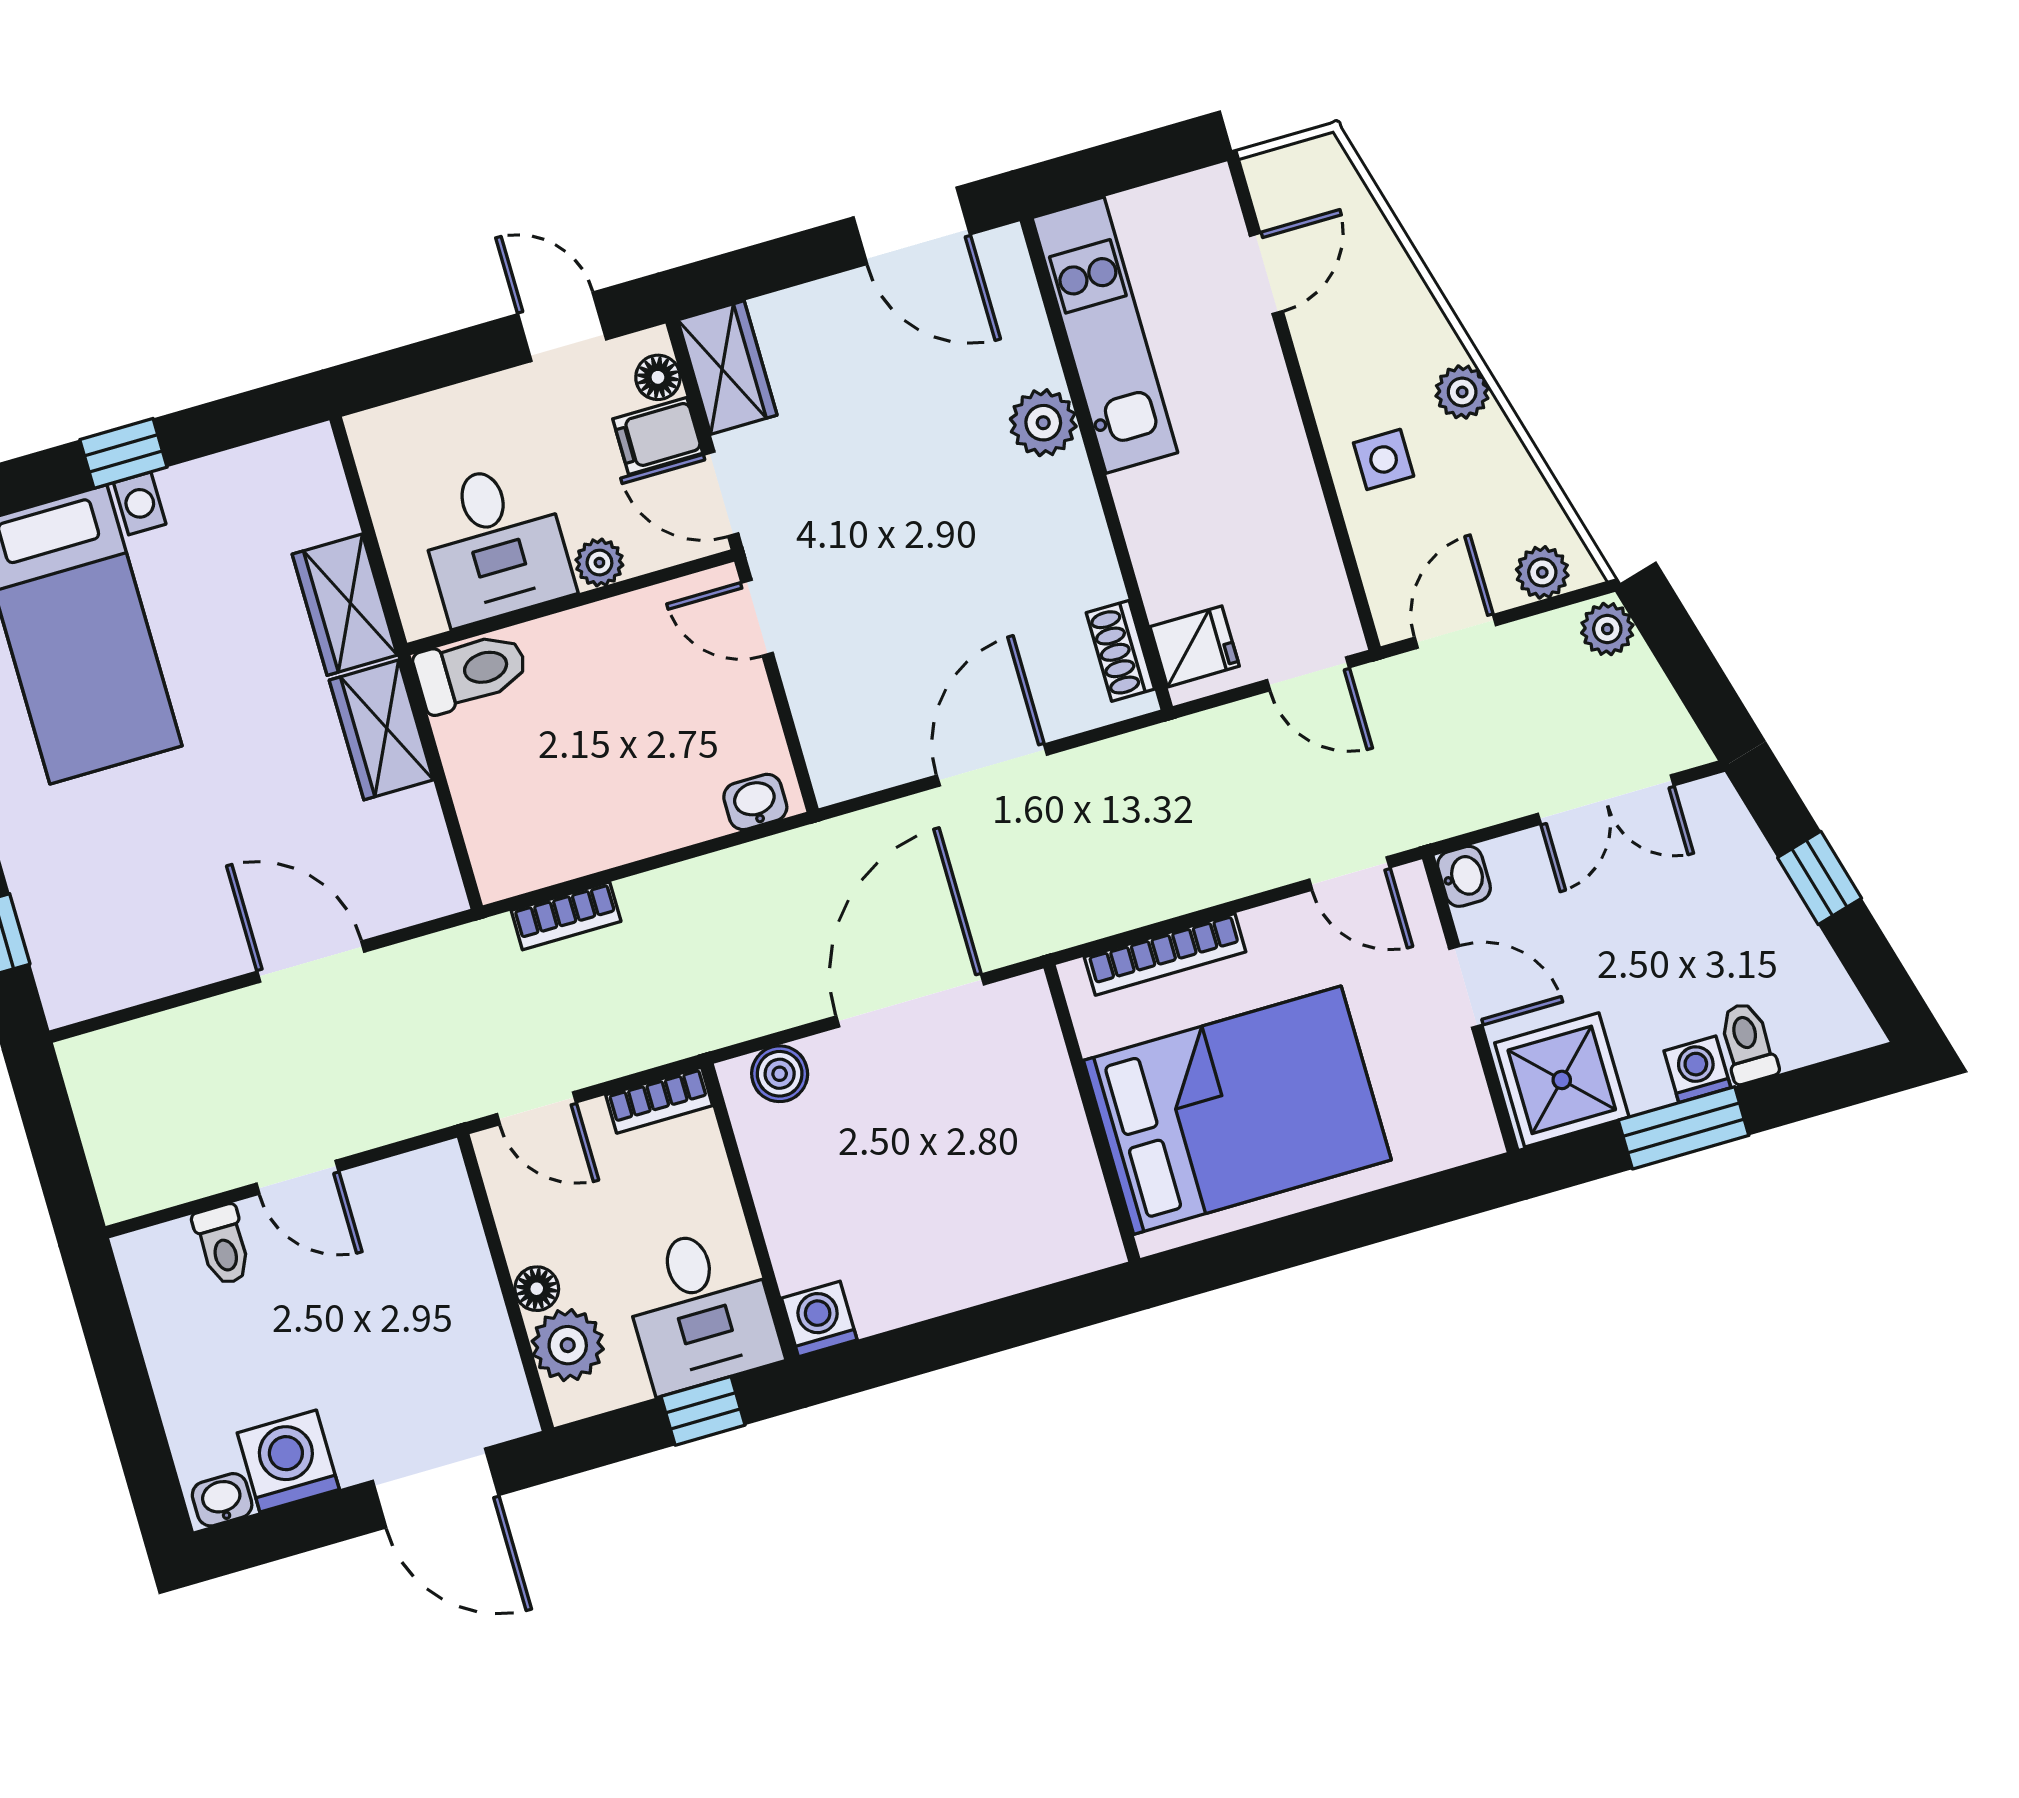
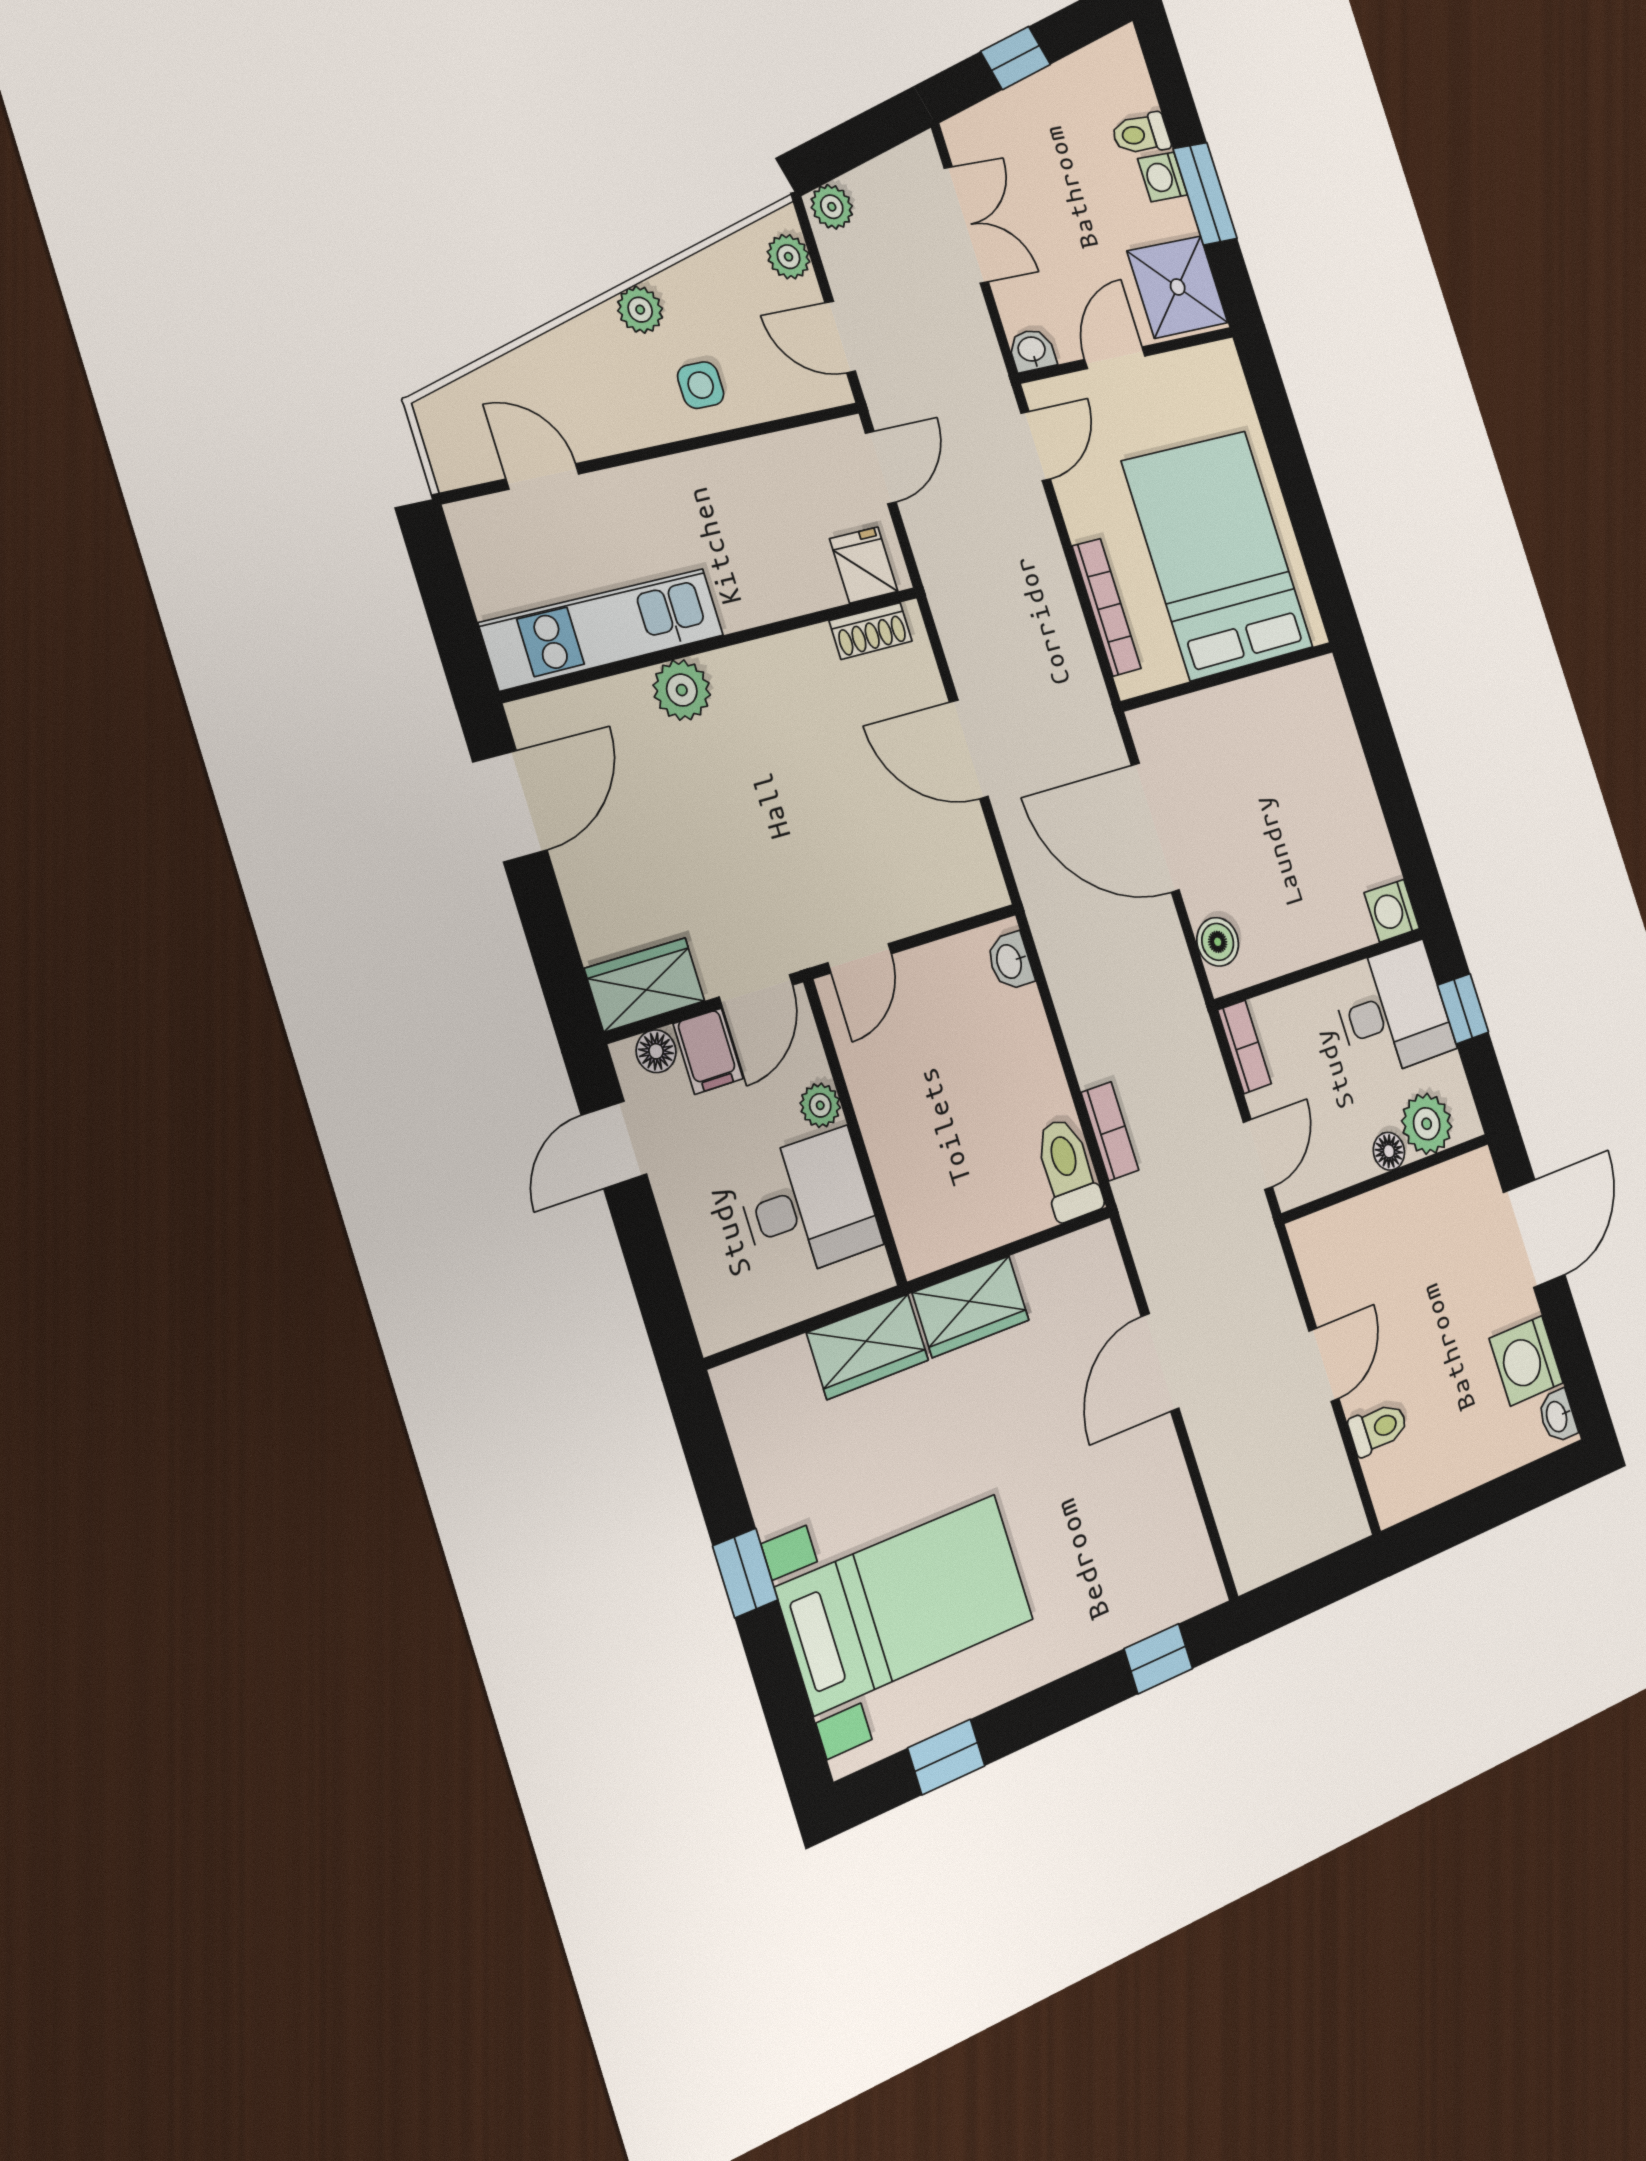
toilet: (471, 671) -> (1068, 1169), moved

